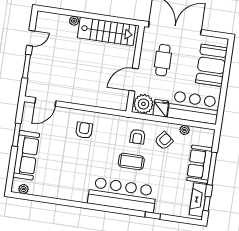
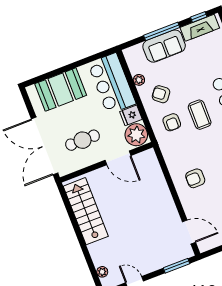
plant: (74, 21) -> (102, 272), moved
window: (27, 66) -> (176, 266), moved
armchair: (138, 137) -> (172, 122), turned 90

